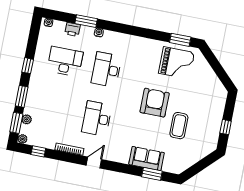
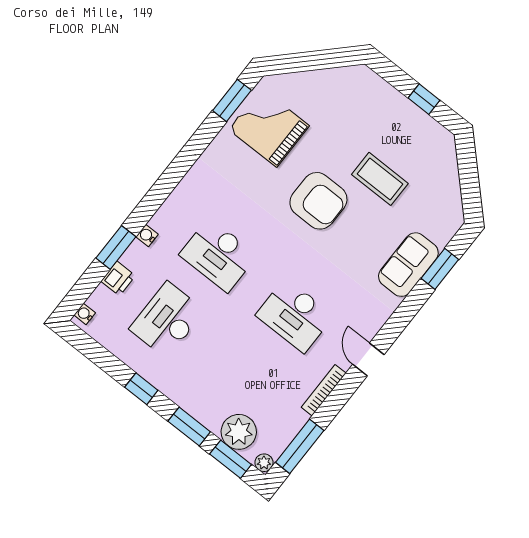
grand piano: (176, 63) -> (269, 128), turned -90
armchair: (155, 103) -> (318, 201), turned 180
plant: (27, 119) -> (239, 432), width x1.87, depth x1.87
window: (38, 151) -> (300, 446), width x2.17

